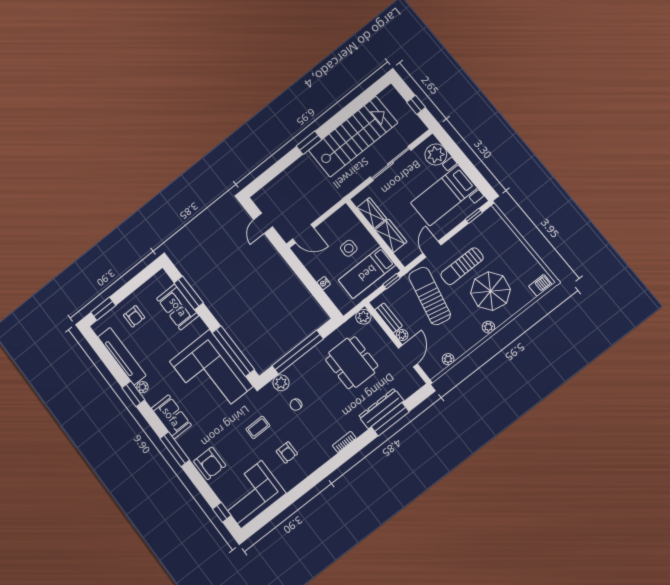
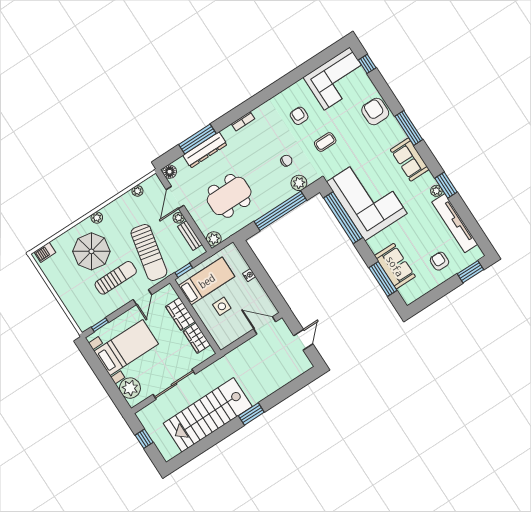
dining table: (352, 363) -> (229, 196), turned 90
floor lamp: (416, 382) -> (170, 172), added

